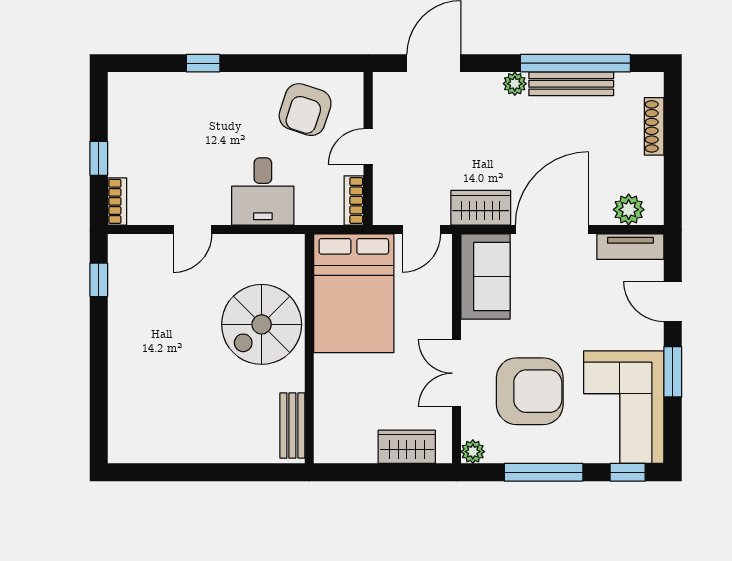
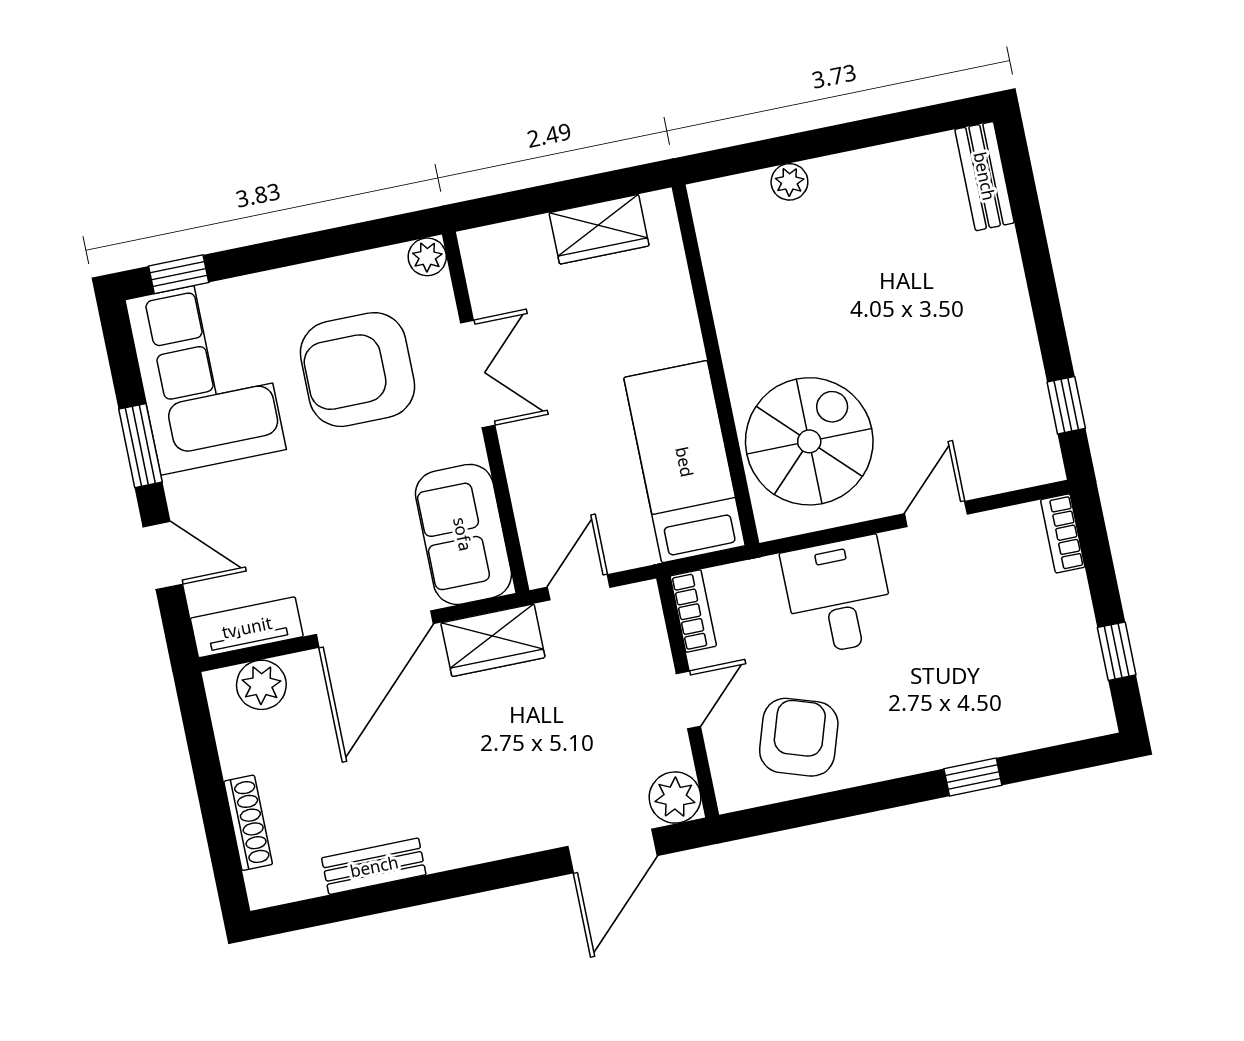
window: (575, 63) -> (392, 896), removed
plant: (515, 84) -> (675, 797), moved, width x1.38, depth x1.38
bench: (571, 84) -> (374, 866), width x0.73
window: (99, 158) -> (1117, 651), moved
bed: (354, 293) -> (685, 462), width x0.67
spiral stairs: (262, 324) -> (809, 441), moved
bench: (292, 426) -> (985, 176), moved
wardrobe: (407, 447) -> (599, 229), moved
plant: (241, 452) -> (789, 182), added
window: (544, 472) -> (310, 247), removed

